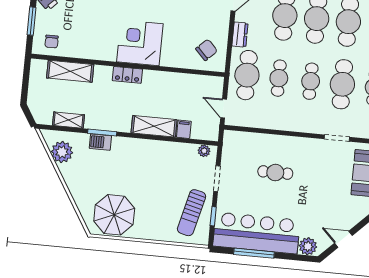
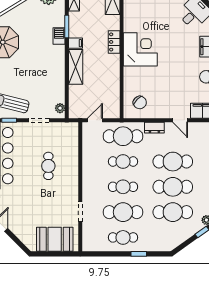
filing cabinet: (184, 129) -> (76, 43), moved
barbecue: (100, 142) -> (59, 36), moved

